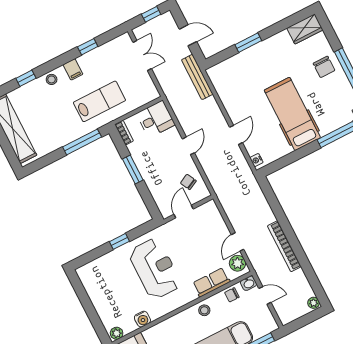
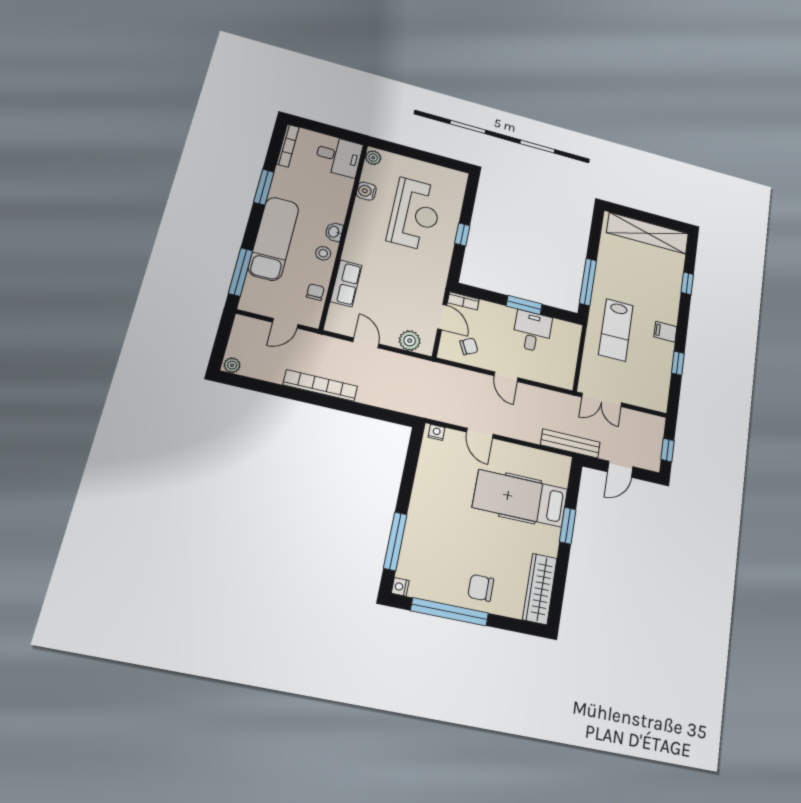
wardrobe: (305, 29) -> (540, 589), width x1.50
double door: (142, 56) -> (602, 400), moved
stool: (52, 79) -> (670, 305), removed
hospital bed: (292, 114) -> (520, 498), moved, turned 180
desk: (156, 119) -> (532, 331), moved, turned 180
bookcase: (124, 133) -> (463, 301), moved
plant: (237, 263) -> (410, 341), moved
reception desk: (155, 269) -> (415, 214), moved, turned -90
washbasin: (249, 283) -> (334, 232), moved

